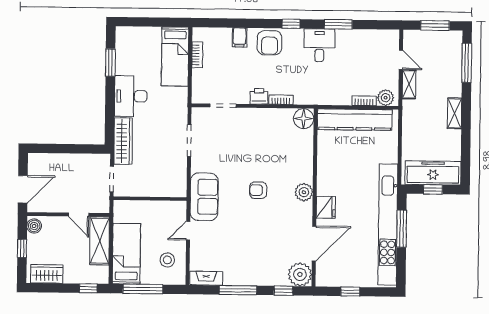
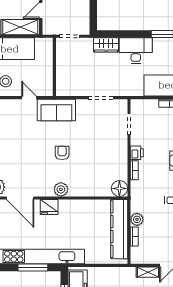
plant: (386, 98) -> (137, 219), moved
wardrobe: (123, 141) -> (106, 45), width x0.67

